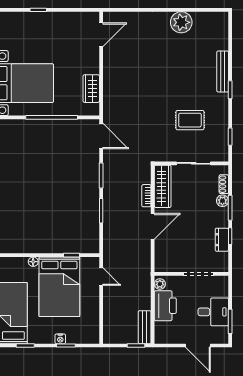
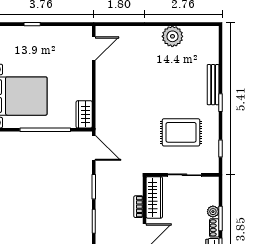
wardrobe: (91, 89) -> (84, 114), moved
rug: (190, 120) -> (181, 132), width x1.36, depth x1.43
shoe rack: (224, 184) -> (214, 228), moved

